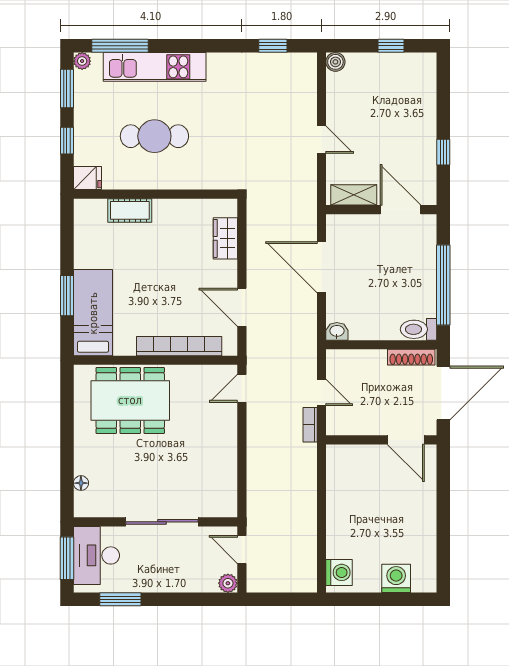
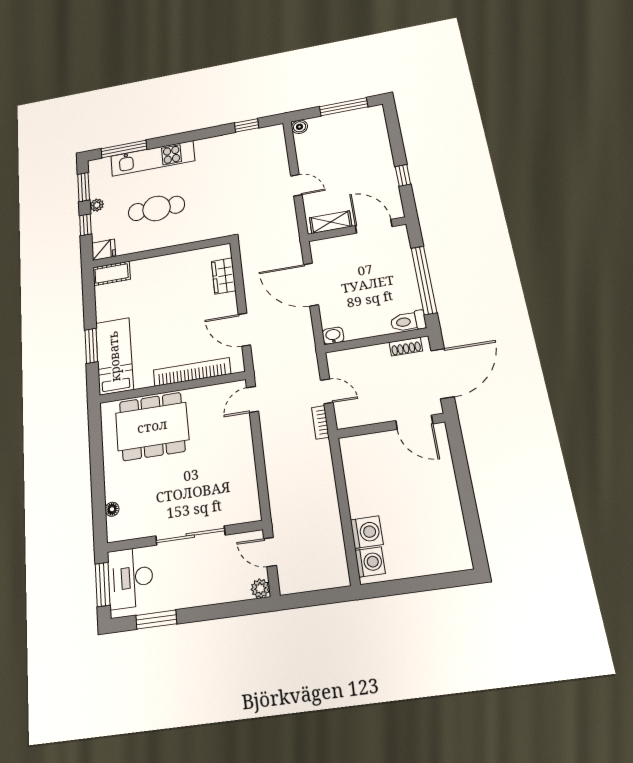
window: (391, 46) -> (344, 107), width x2.17
plant: (82, 61) -> (97, 205), moved
cot: (130, 210) -> (112, 273), moved
shoe rack: (411, 357) -> (406, 347), width x0.70
washing machine: (396, 578) -> (367, 532), moved, turned 90

